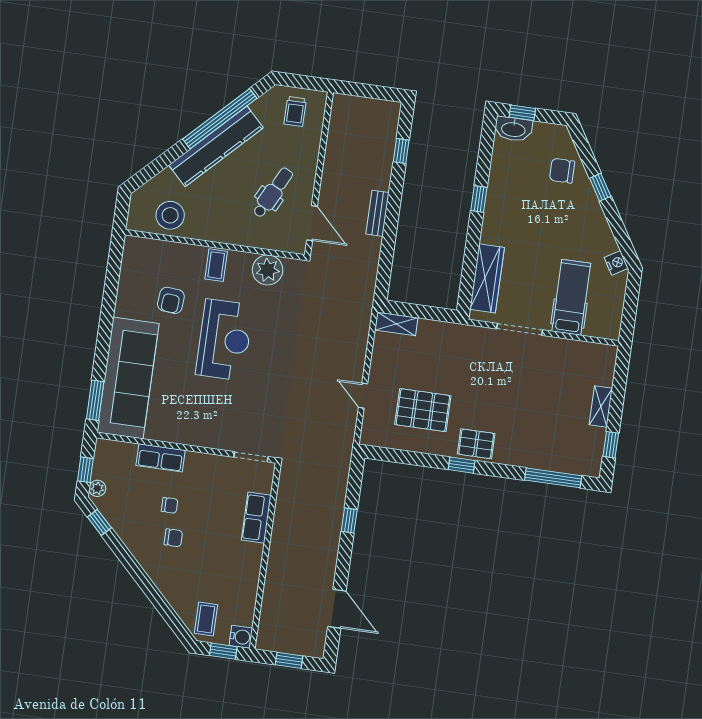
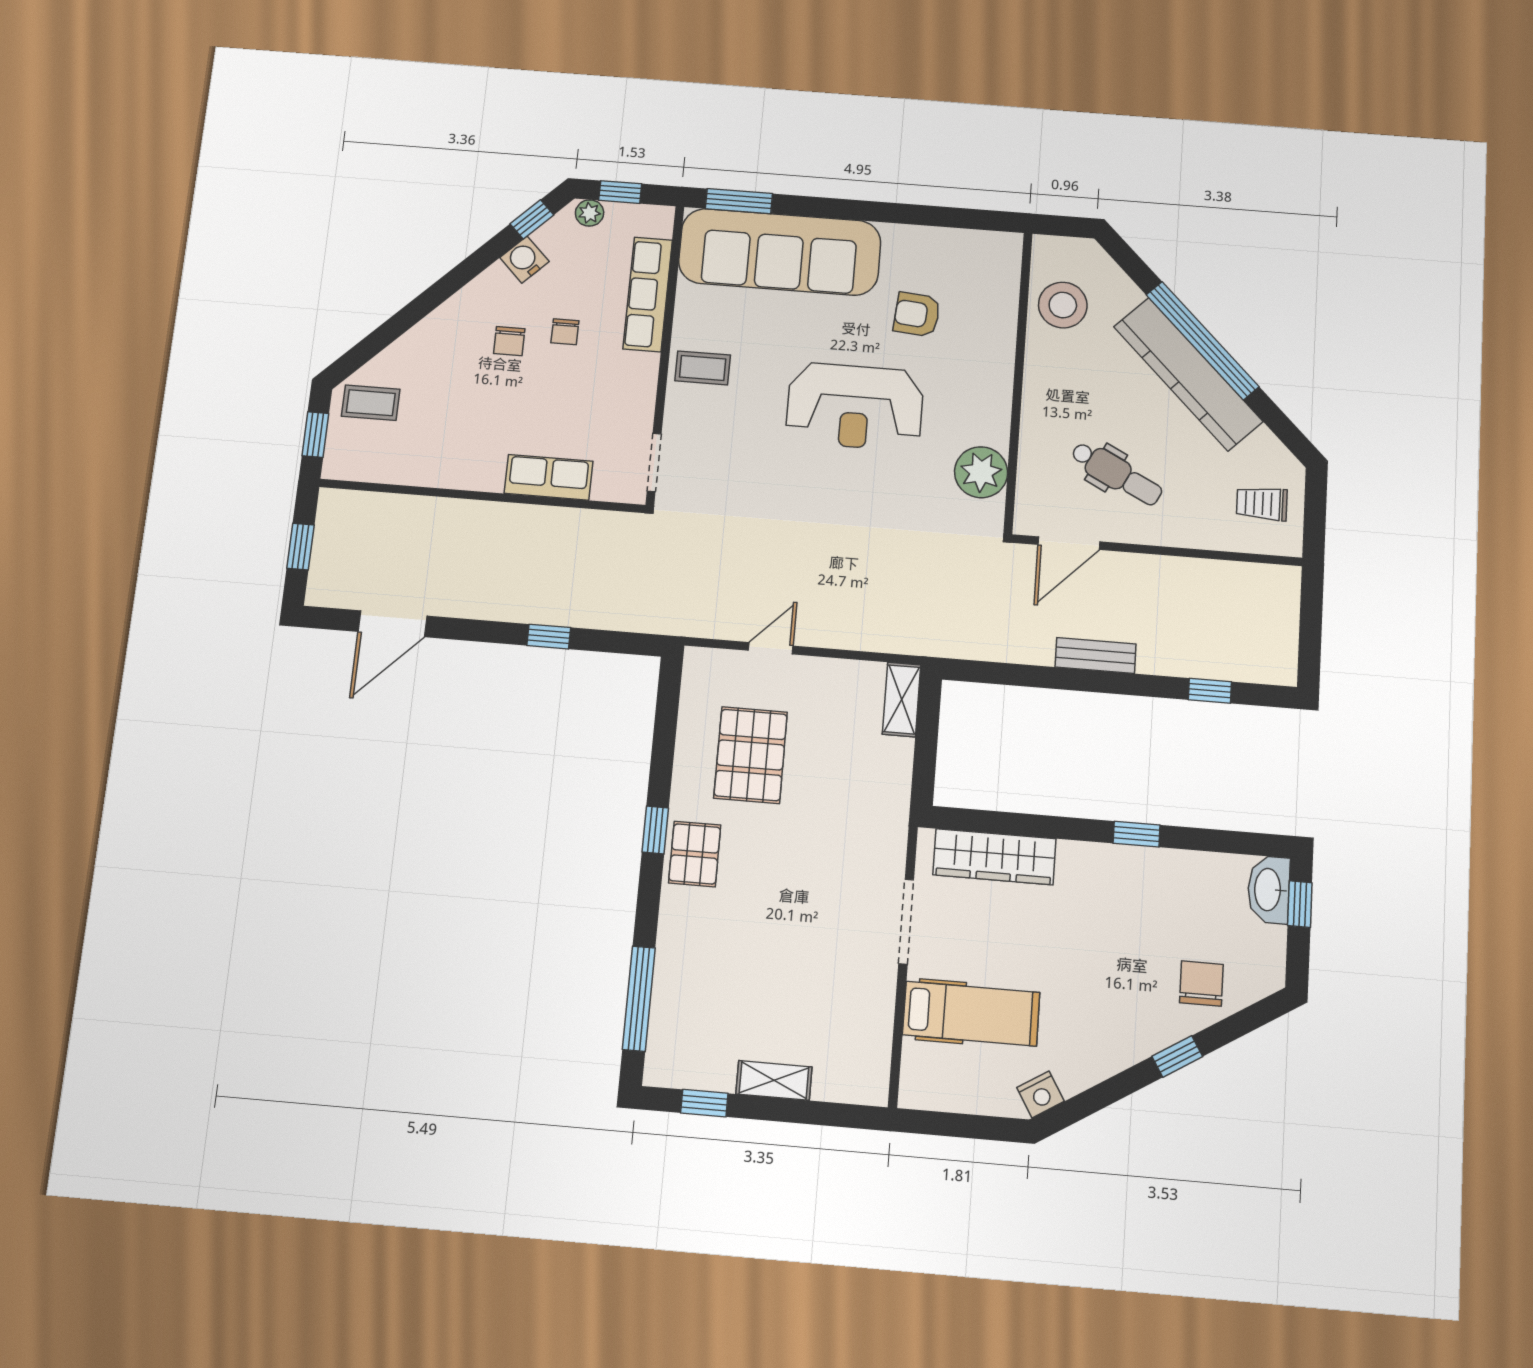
window: (220, 119) -> (1202, 341), moved
coffee table: (216, 265) -> (703, 368), moved
row of seats: (161, 458) -> (648, 294), width x1.48
water cooler: (241, 637) -> (524, 260), moved, turned 135

